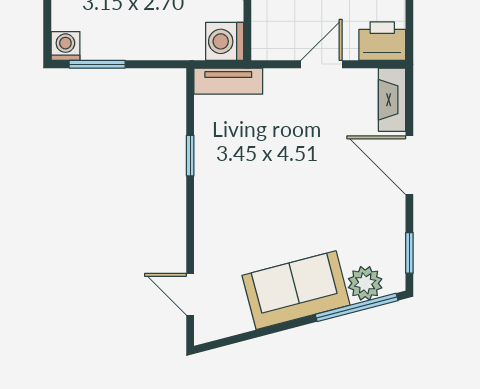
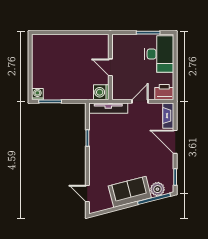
tv unit: (228, 81) -> (108, 108), width x1.41

